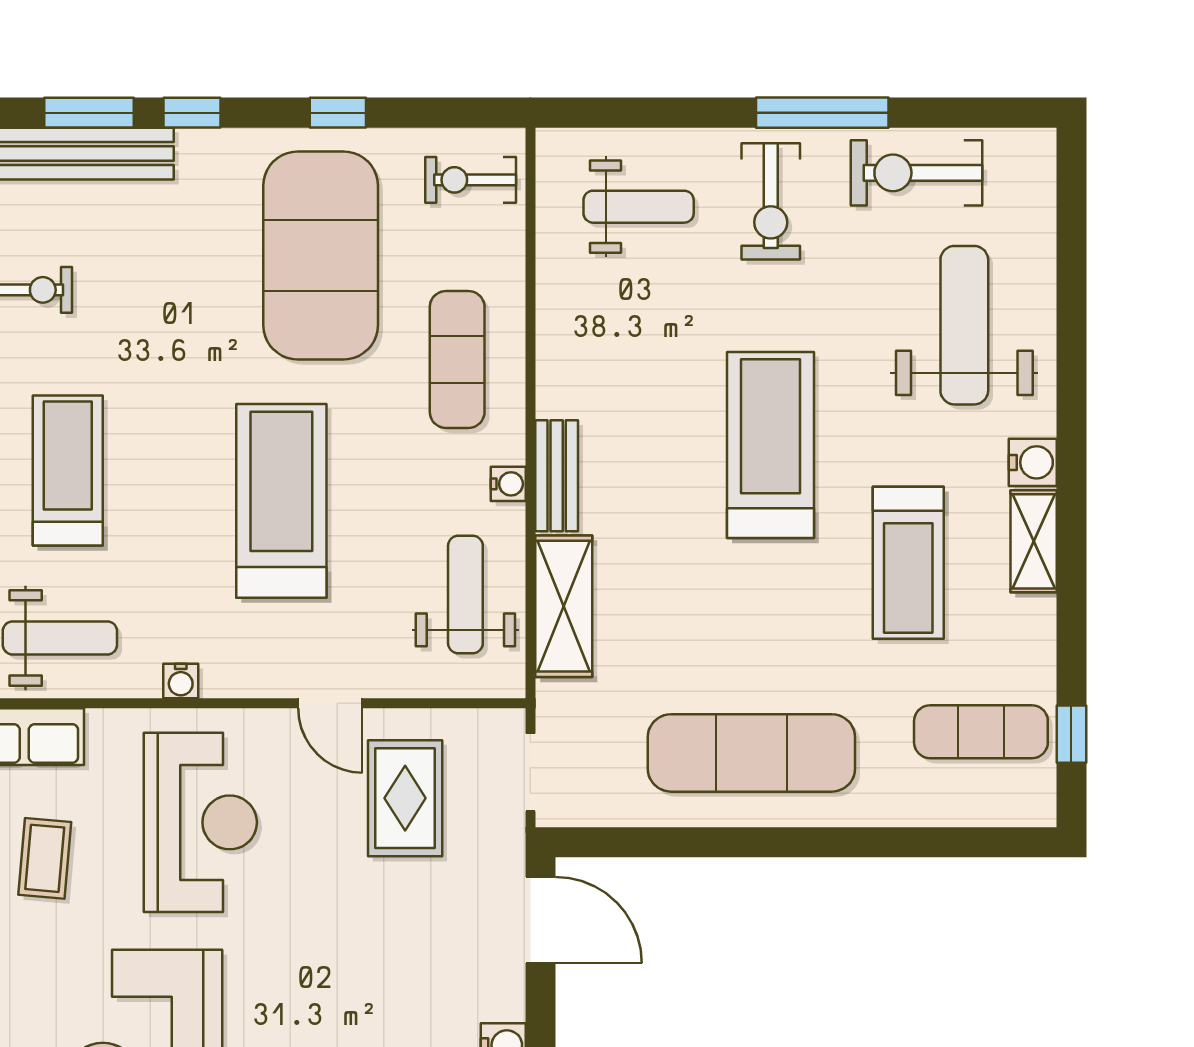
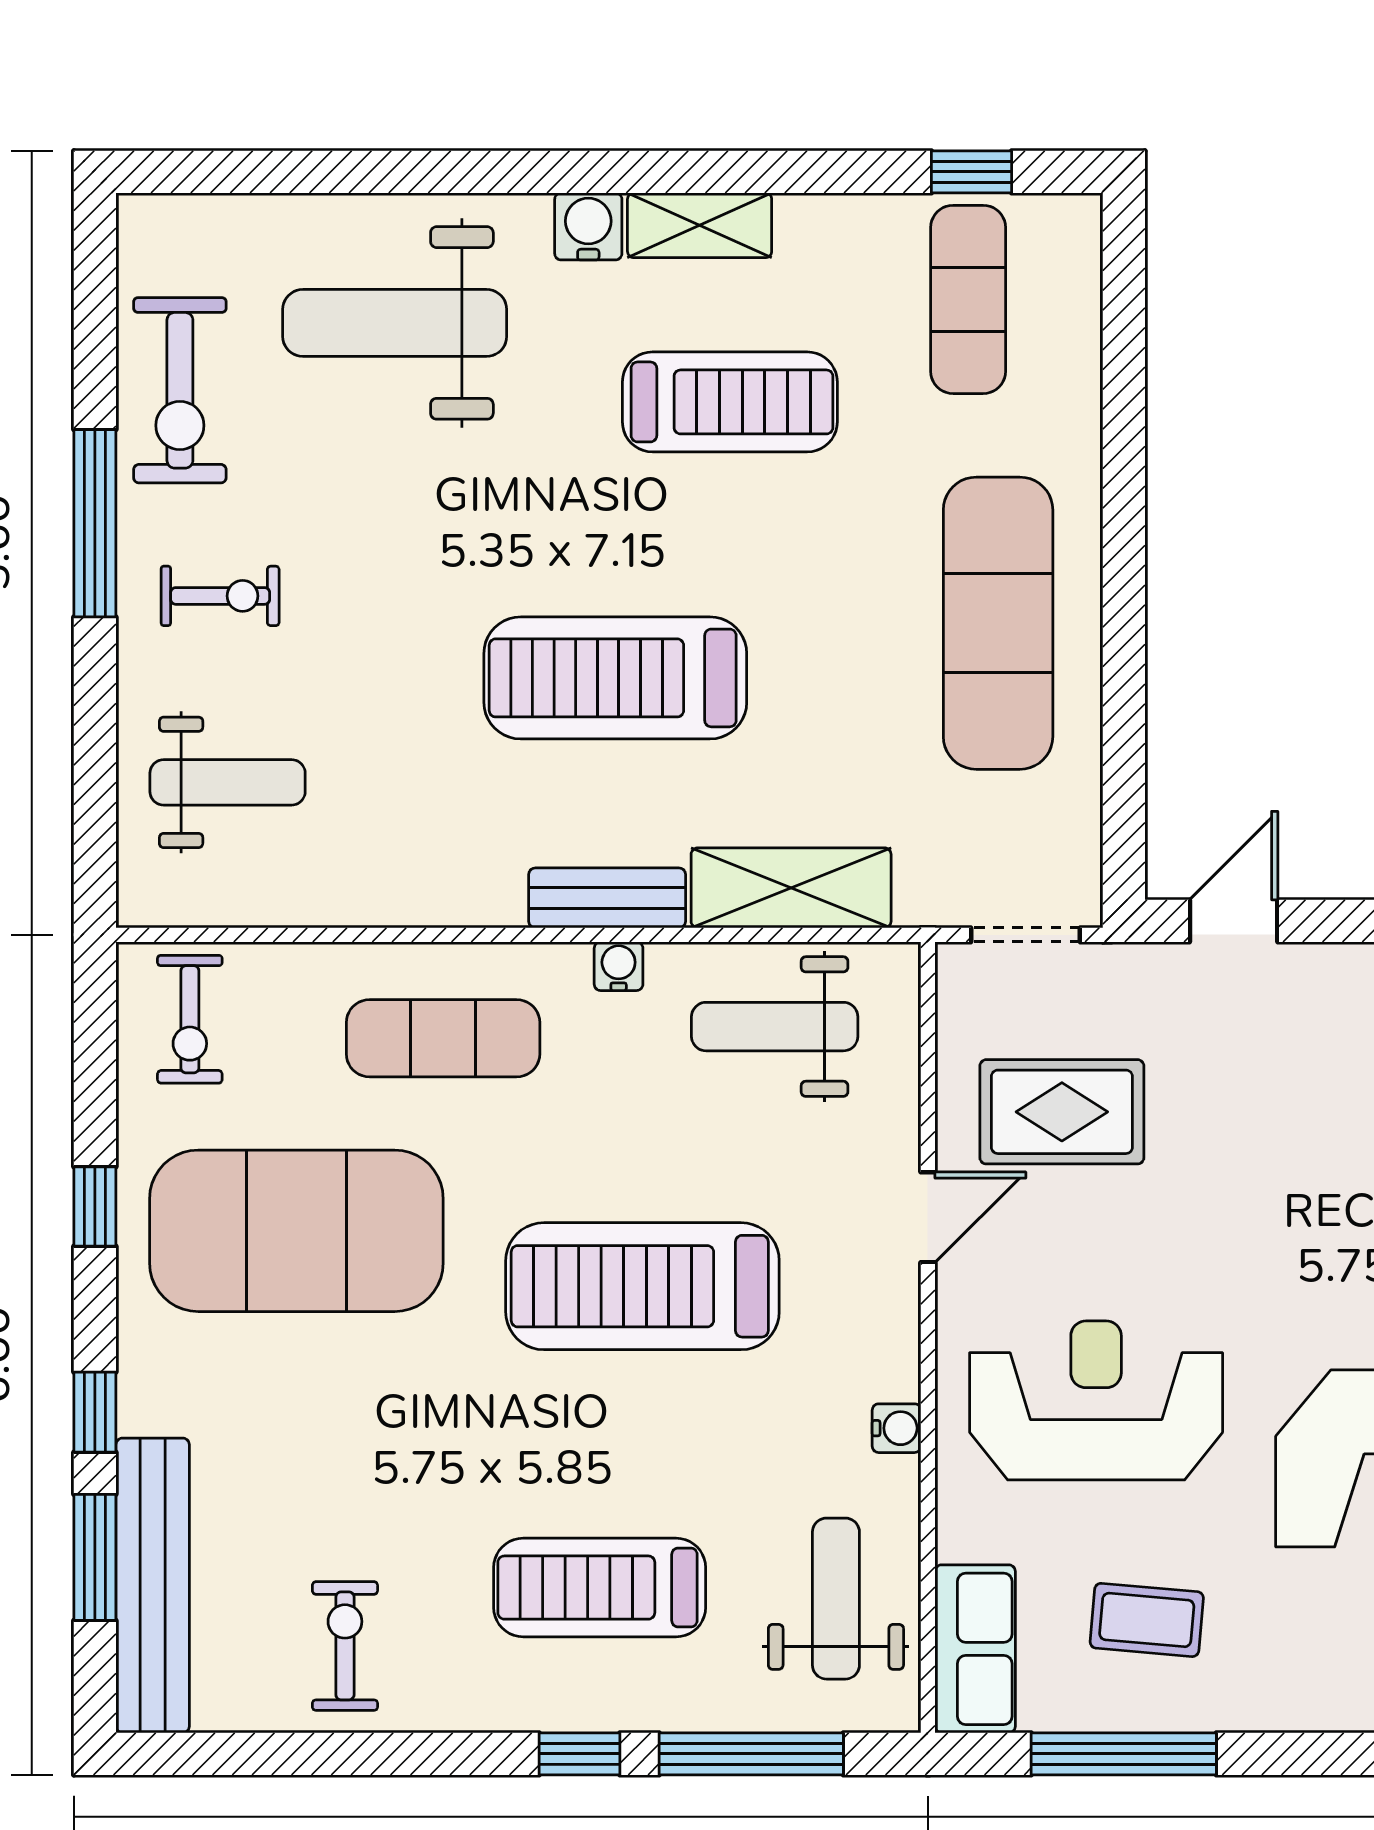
exercise bike: (771, 201) -> (220, 596), width x0.73, depth x0.72
weight bench: (639, 207) -> (228, 782), turned 90
treadmill: (770, 445) -> (615, 678), moved
door: (540, 920) -> (1234, 921), width x0.73

